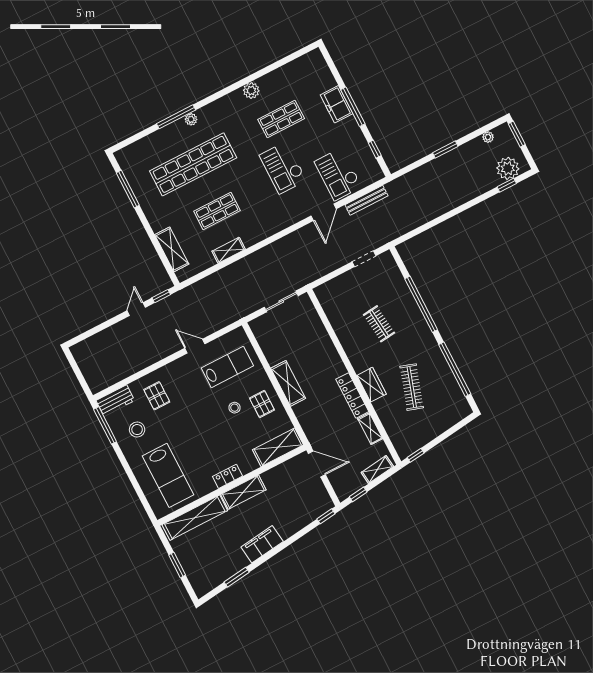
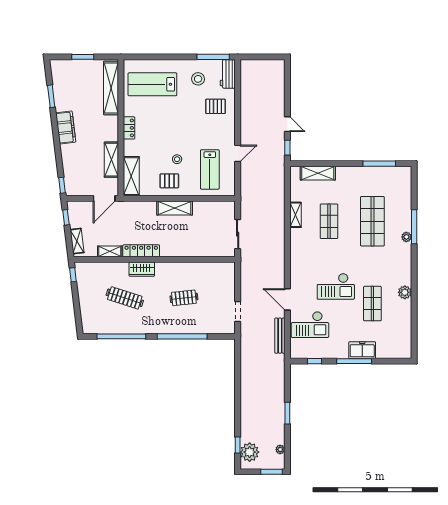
shop shelf: (193, 164) -> (372, 221), width x0.71
checkout: (283, 168) -> (336, 286), turned 180
checkout: (338, 174) -> (310, 325), turned 180
shelving: (243, 492) -> (111, 160), moved

